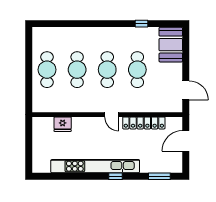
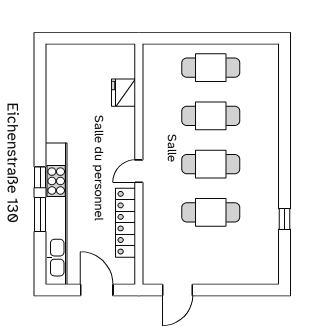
booth: (171, 45) -> (251, 266), removed
kitchen unit: (95, 166) -> (56, 214), moved
window: (159, 176) -> (40, 214), moved

